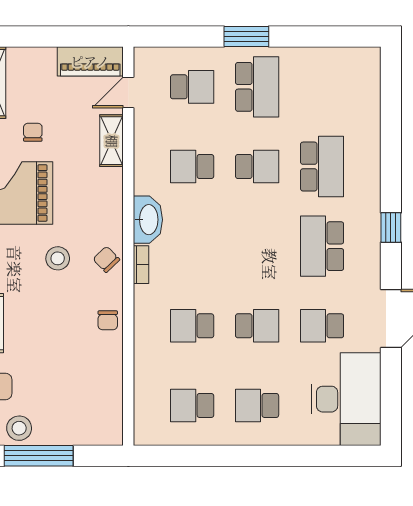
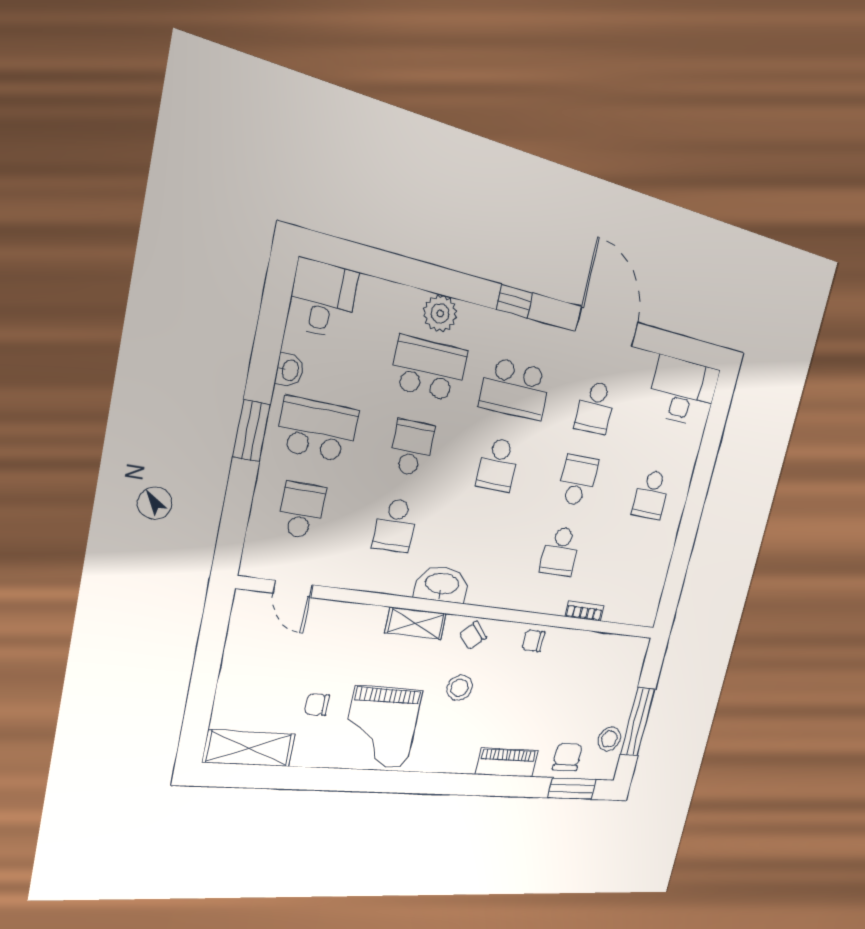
washbasin: (297, 56) -> (290, 370), added
piano: (90, 61) -> (246, 630), removed
desk: (355, 71) -> (323, 299), added
shelving: (112, 141) -> (416, 623), moved
plant: (366, 166) -> (440, 313), added
bookcase: (141, 265) -> (584, 611), moved
chair: (108, 320) -> (533, 641), turned 180
desk: (346, 399) -> (683, 391), width x0.73, depth x0.77
school desk: (192, 405) -> (498, 465), moved

